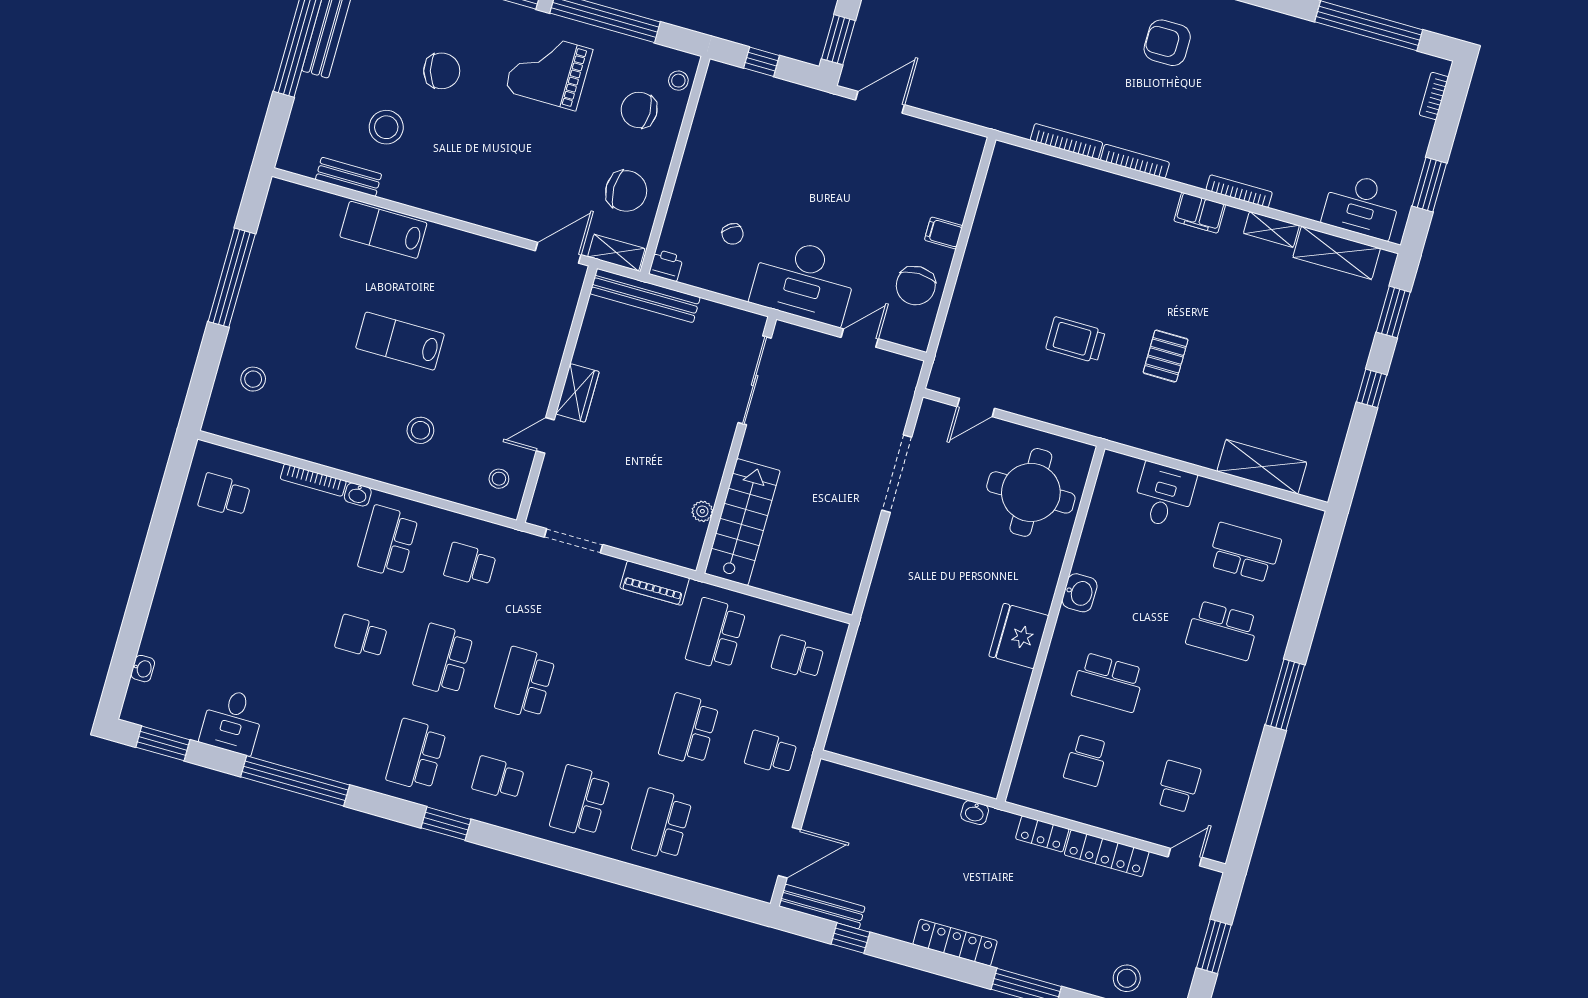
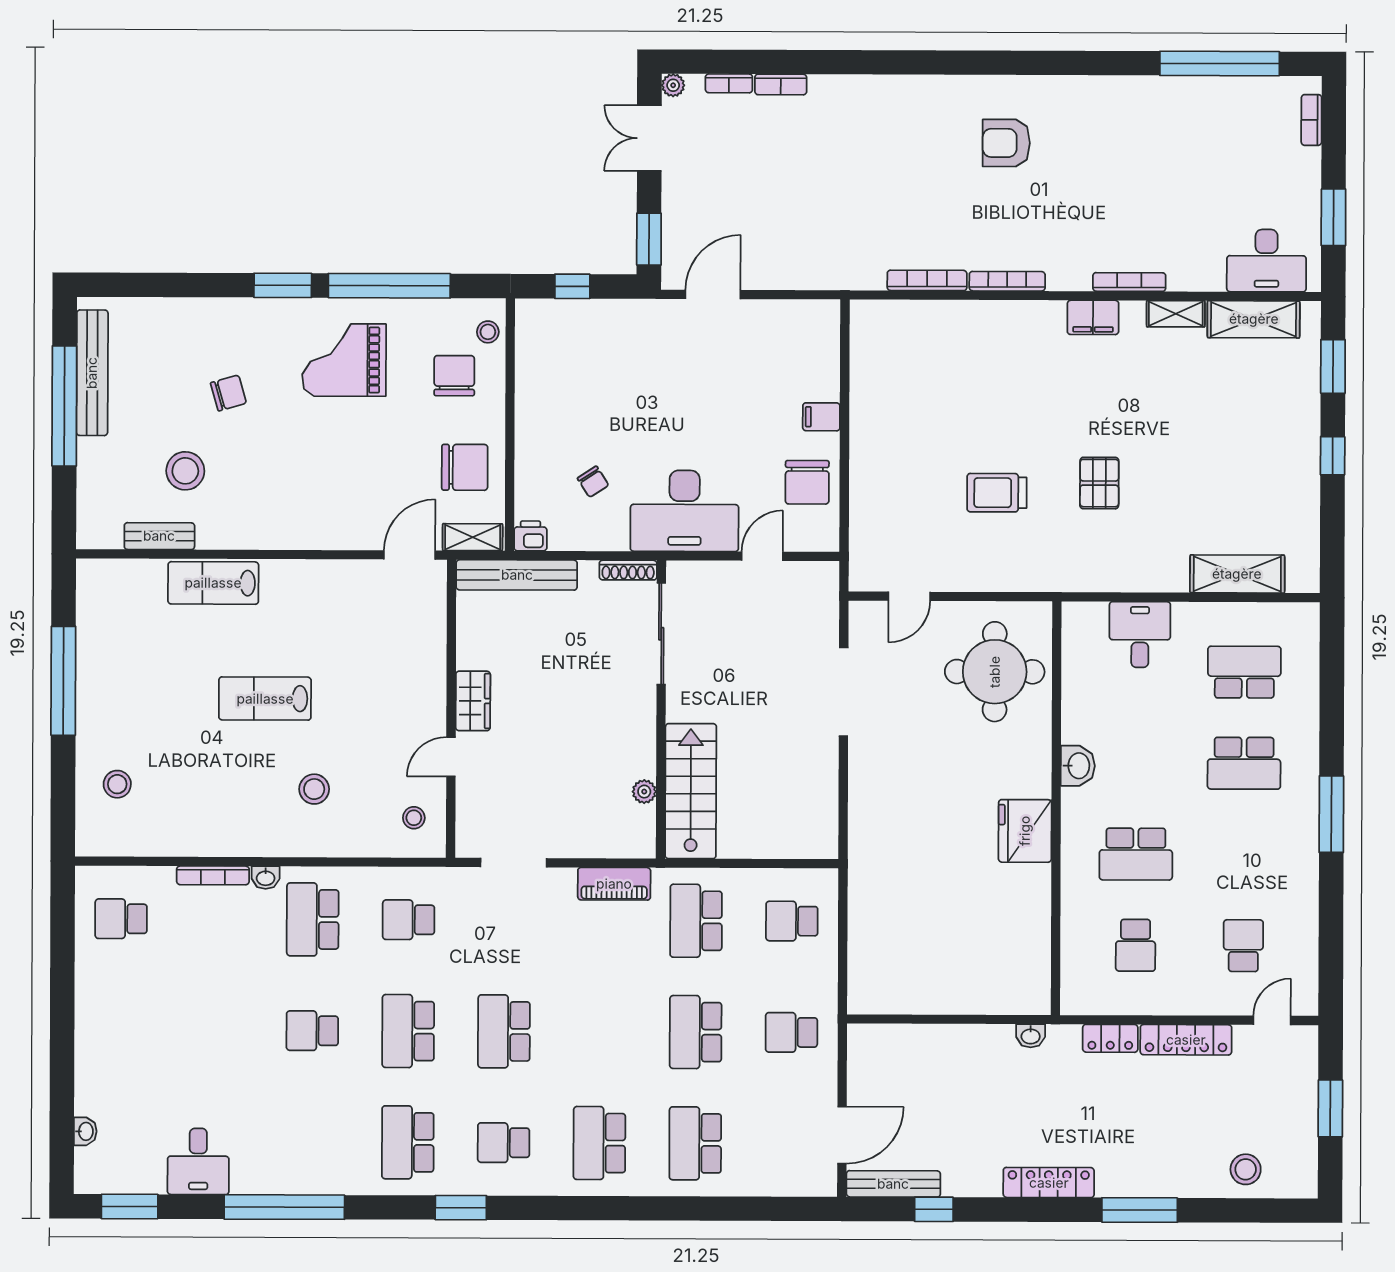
chair: (442, 71) -> (228, 393), width x0.73, depth x0.73
chair: (639, 110) -> (454, 376), turned 90
shoe rack: (741, 318) -> (628, 570), added

